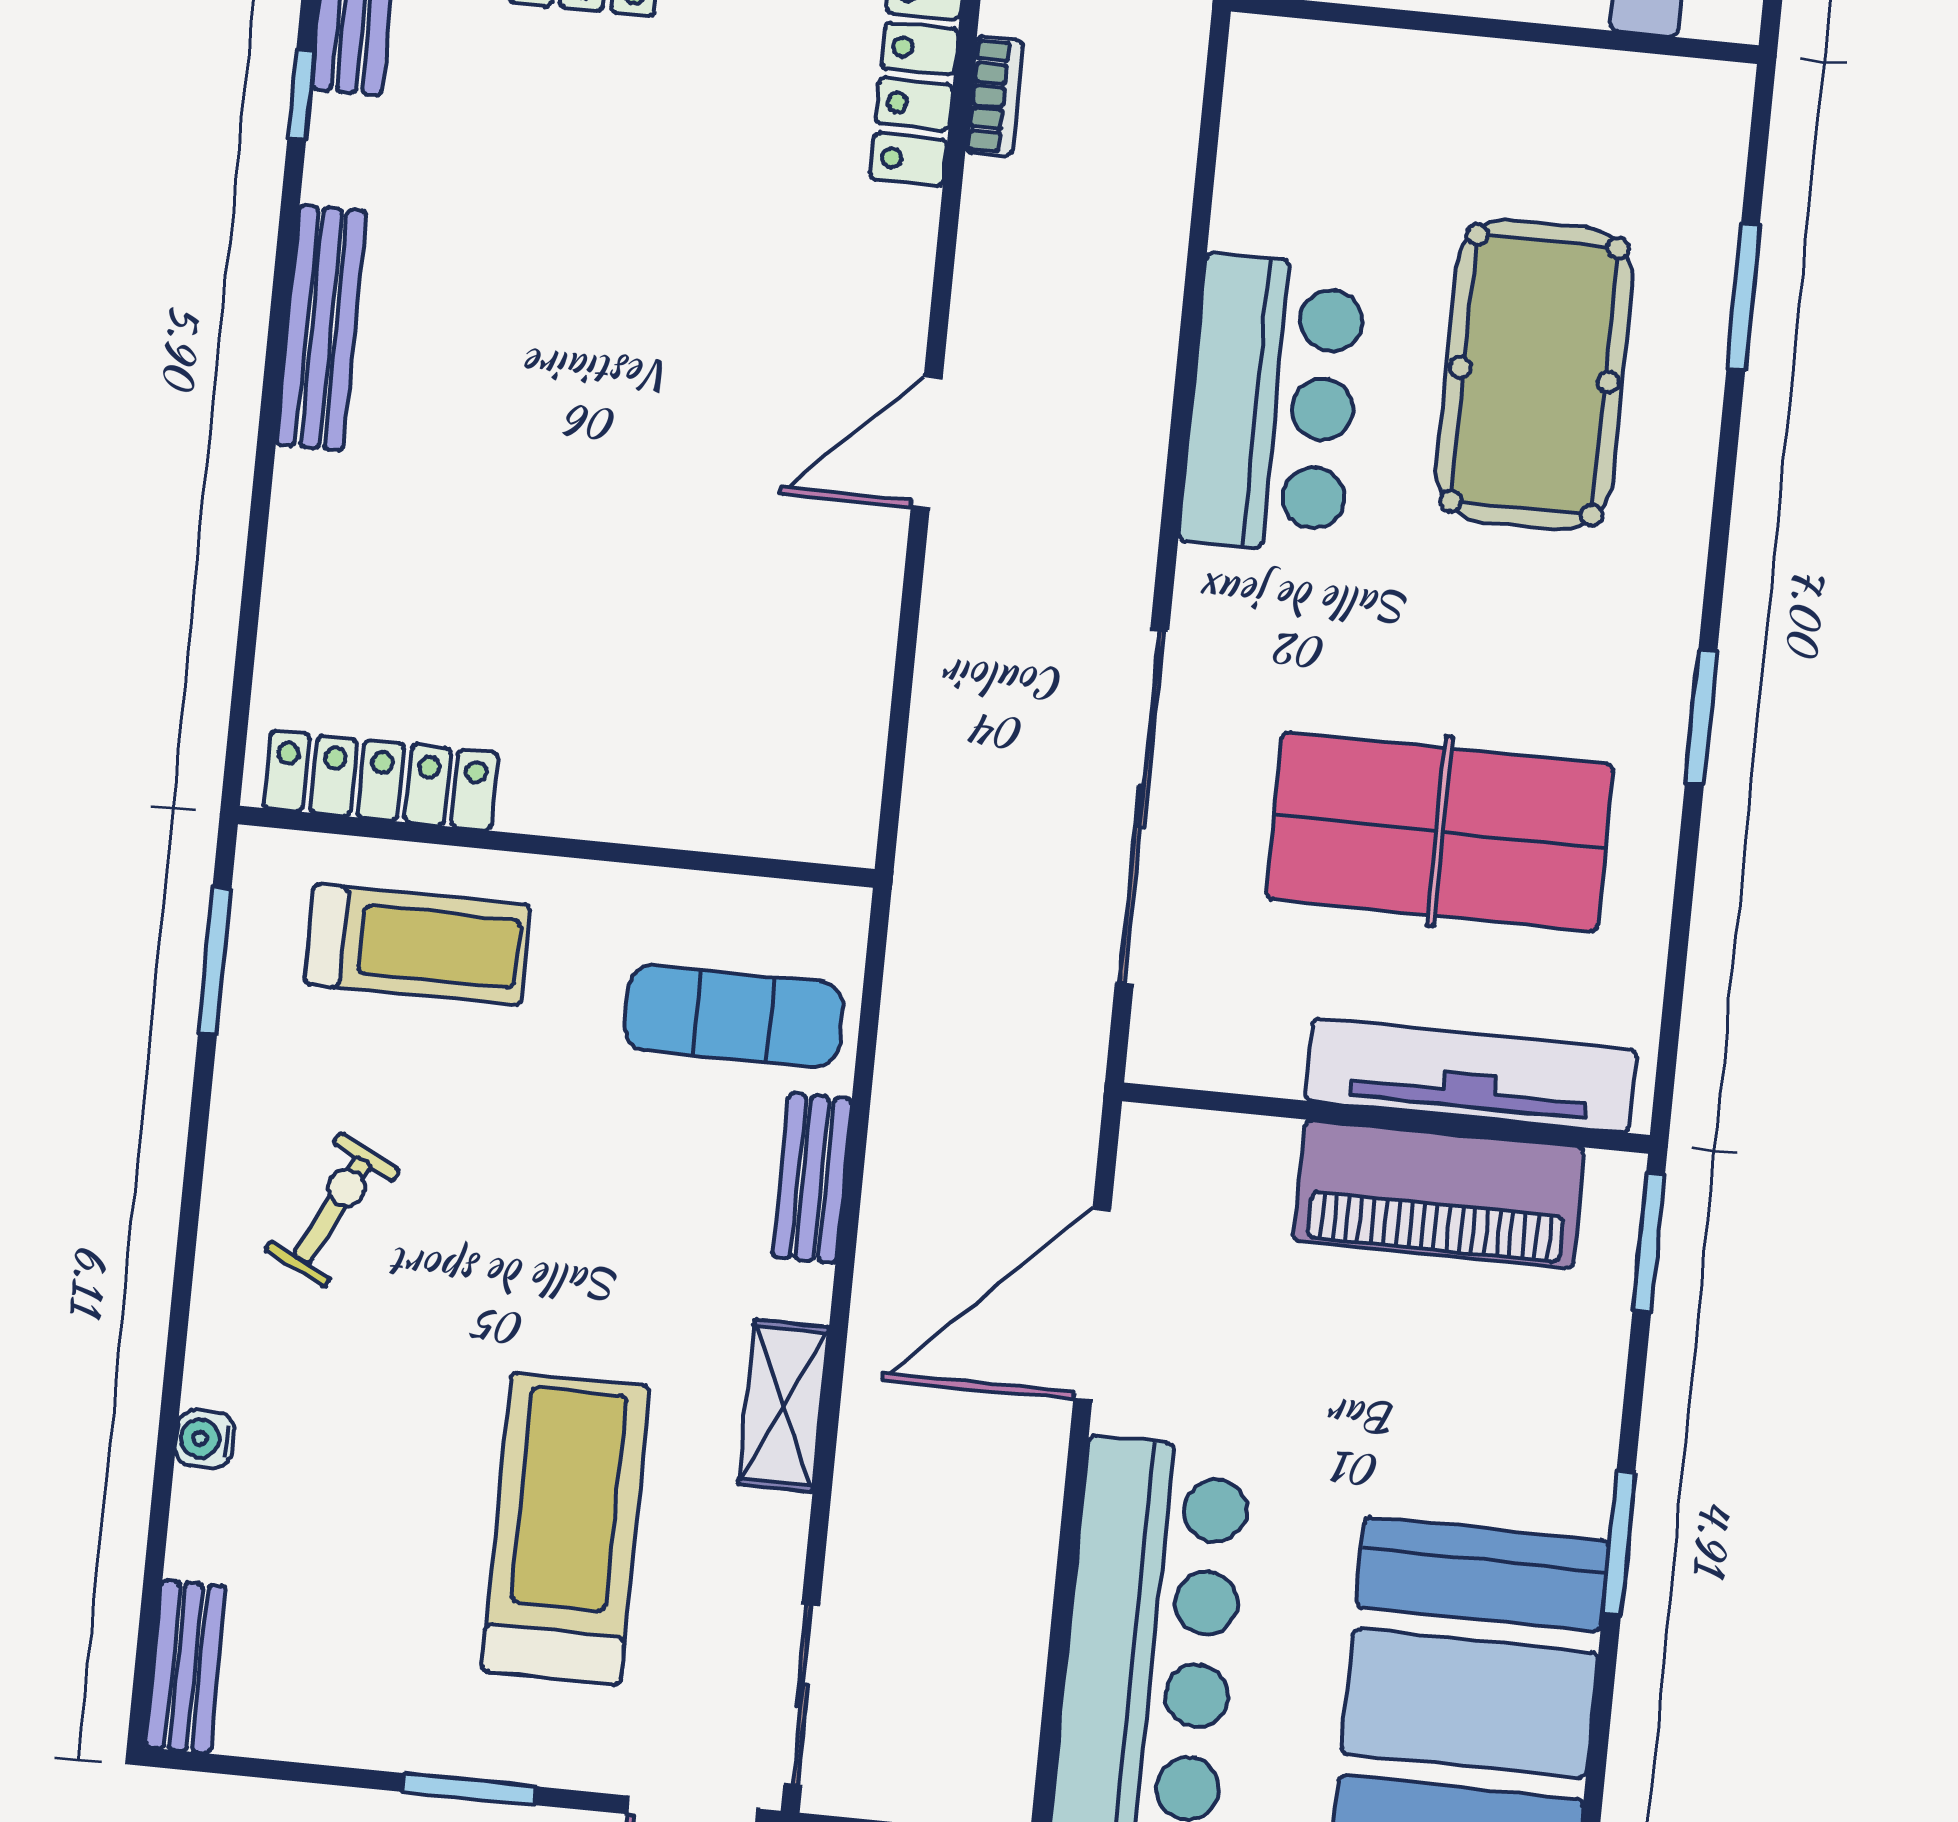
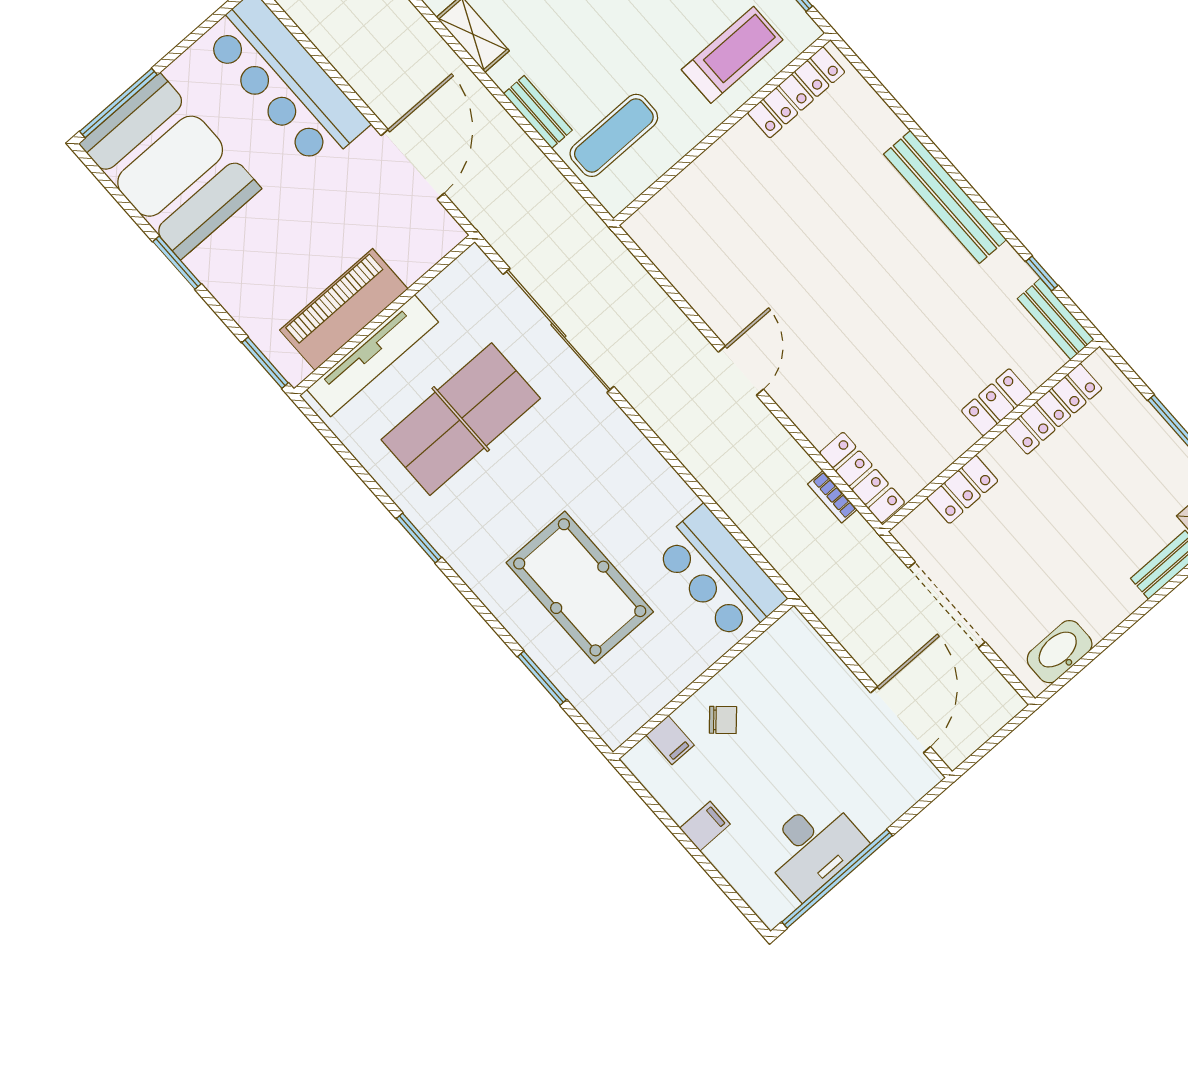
bench: (321, 328) -> (945, 197), width x1.37, depth x1.21
bar counter: (1273, 404) -> (719, 574), moved
treadmill: (417, 944) -> (732, 55), turned 180

